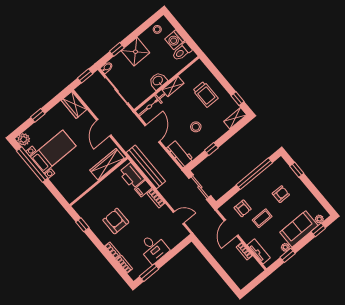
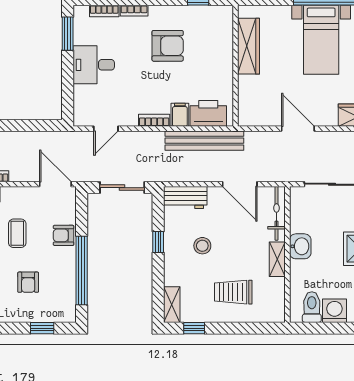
wardrobe: (107, 164) -> (249, 46), moved
armchair: (243, 208) -> (64, 235), moved
door: (231, 228) -> (55, 184), moved

